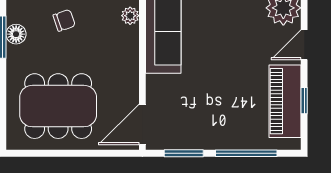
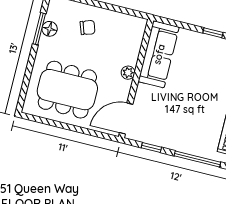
plant: (130, 16) -> (128, 73), moved
window: (184, 153) -> (151, 147), width x0.67

